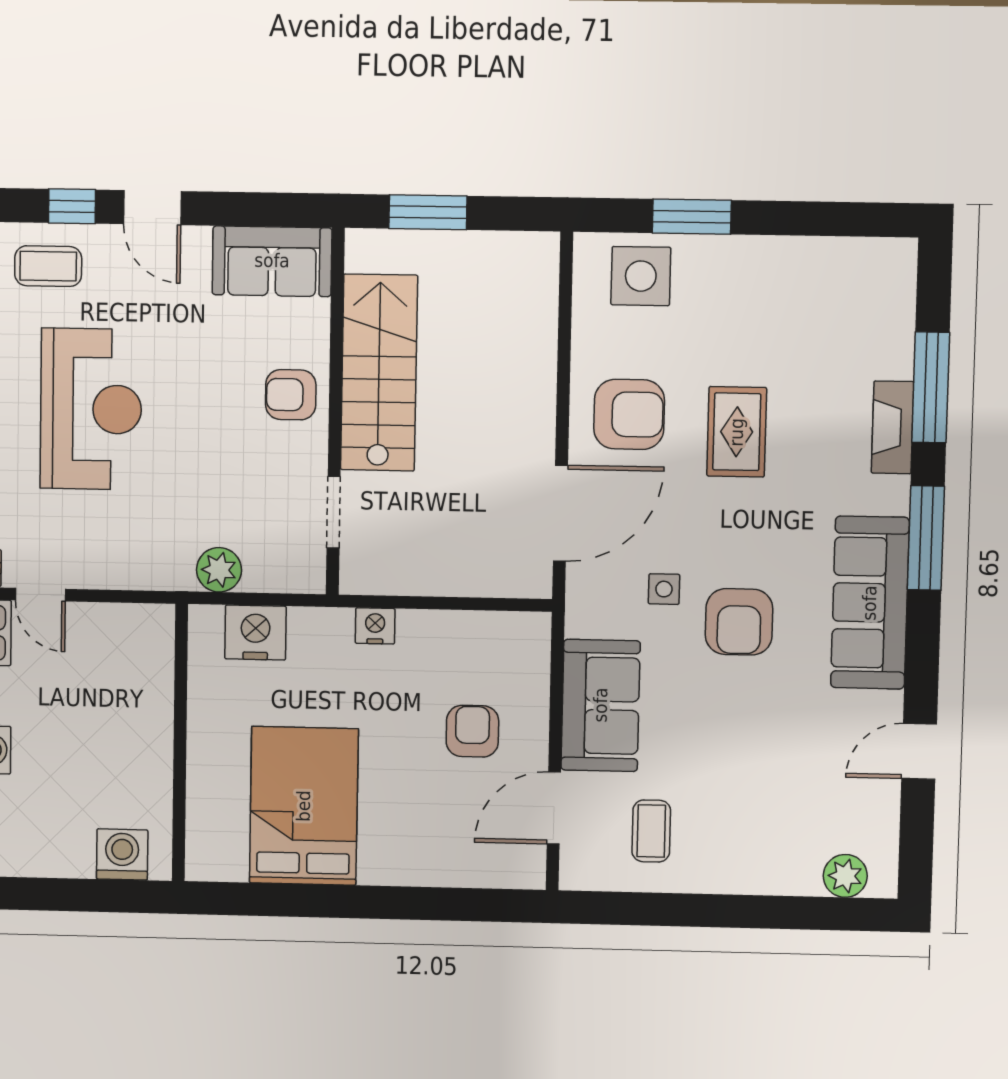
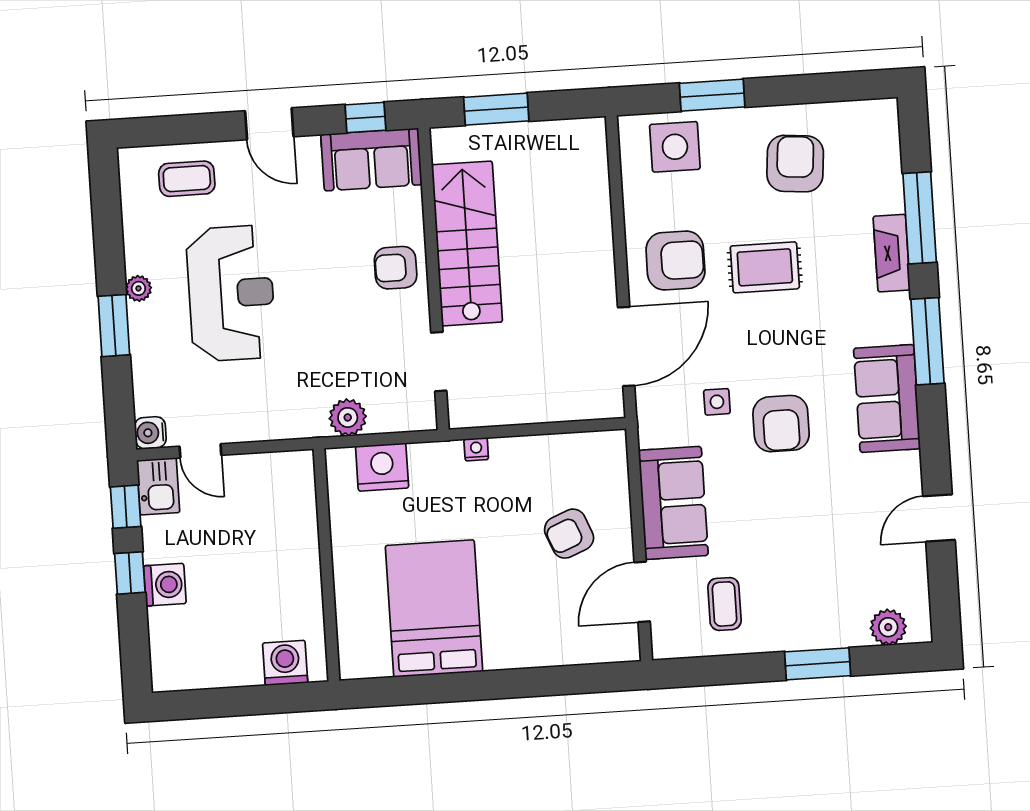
window: (72, 206) -> (365, 118), moved
armchair: (785, 309) -> (795, 164), added
rug: (737, 432) -> (765, 267), turned 90
sofa: (870, 603) -> (887, 398), width x0.73
nightstand: (375, 626) -> (476, 449), width x0.72, depth x0.74
armchair: (472, 731) -> (569, 534), turned -112
window: (756, 912) -> (818, 664), added

